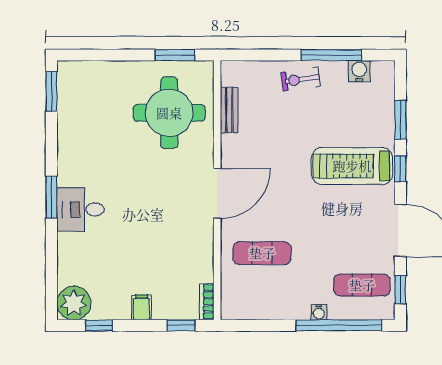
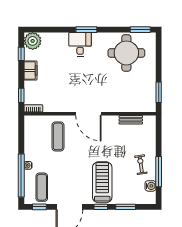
exercise bike: (301, 79) -> (141, 165), moved
round table: (169, 113) -> (126, 53), moved
filing cabinet: (142, 307) -> (30, 71), width x2.00

